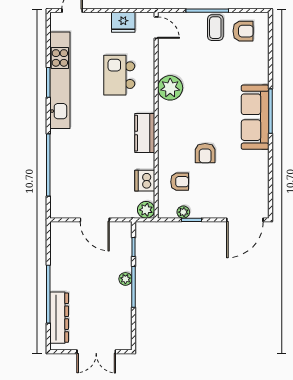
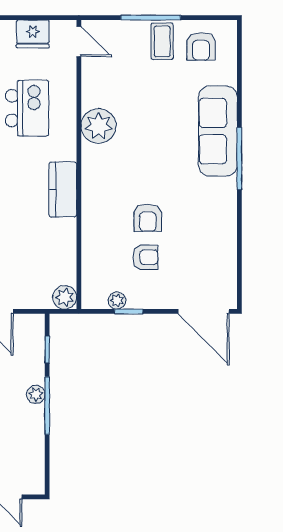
armchair: (243, 31) -> (201, 46), turned 90
kitchen island: (119, 75) -> (27, 108), turned 180
sofa: (255, 117) -> (218, 131), moved
dishwasher: (145, 181) -> (63, 256), removed
armchair: (180, 182) -> (145, 257), moved
door: (245, 220) -> (203, 311), hinge flipped

